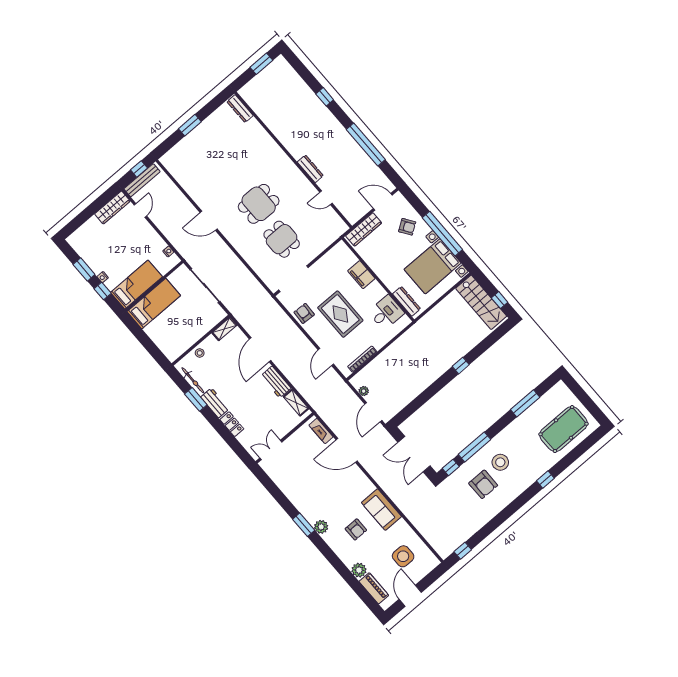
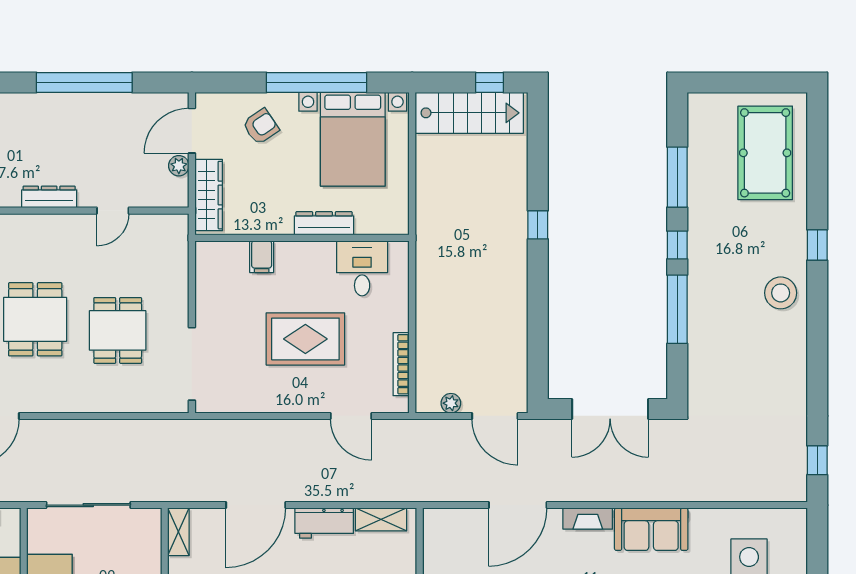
plant: (365, 208) -> (179, 166), added
dining table: (282, 239) -> (118, 330), turned 90
filing cabinet: (361, 275) -> (262, 257), width x0.50
dresser: (407, 301) -> (324, 223), moved
armchair: (304, 313) -> (258, 392), removed
door: (260, 350) -> (256, 505), hinge flipped
fireplace: (321, 431) -> (588, 519), moved
stool: (500, 462) -> (781, 293), moved
window: (451, 467) -> (677, 245), moved
armchair: (483, 484) -> (744, 344), removed

